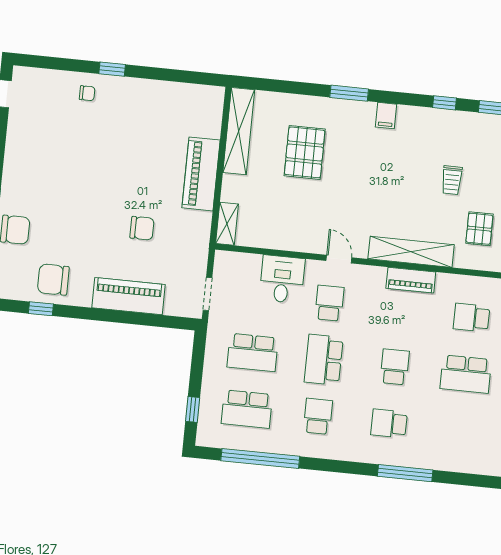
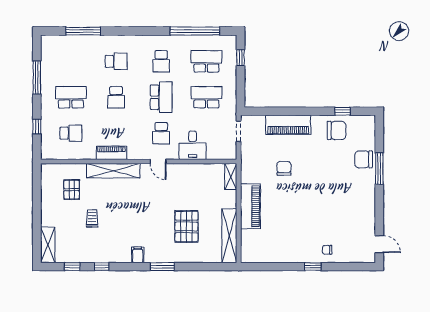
chair: (142, 228) -> (284, 168), turned 90
window: (405, 473) -> (83, 31), moved

